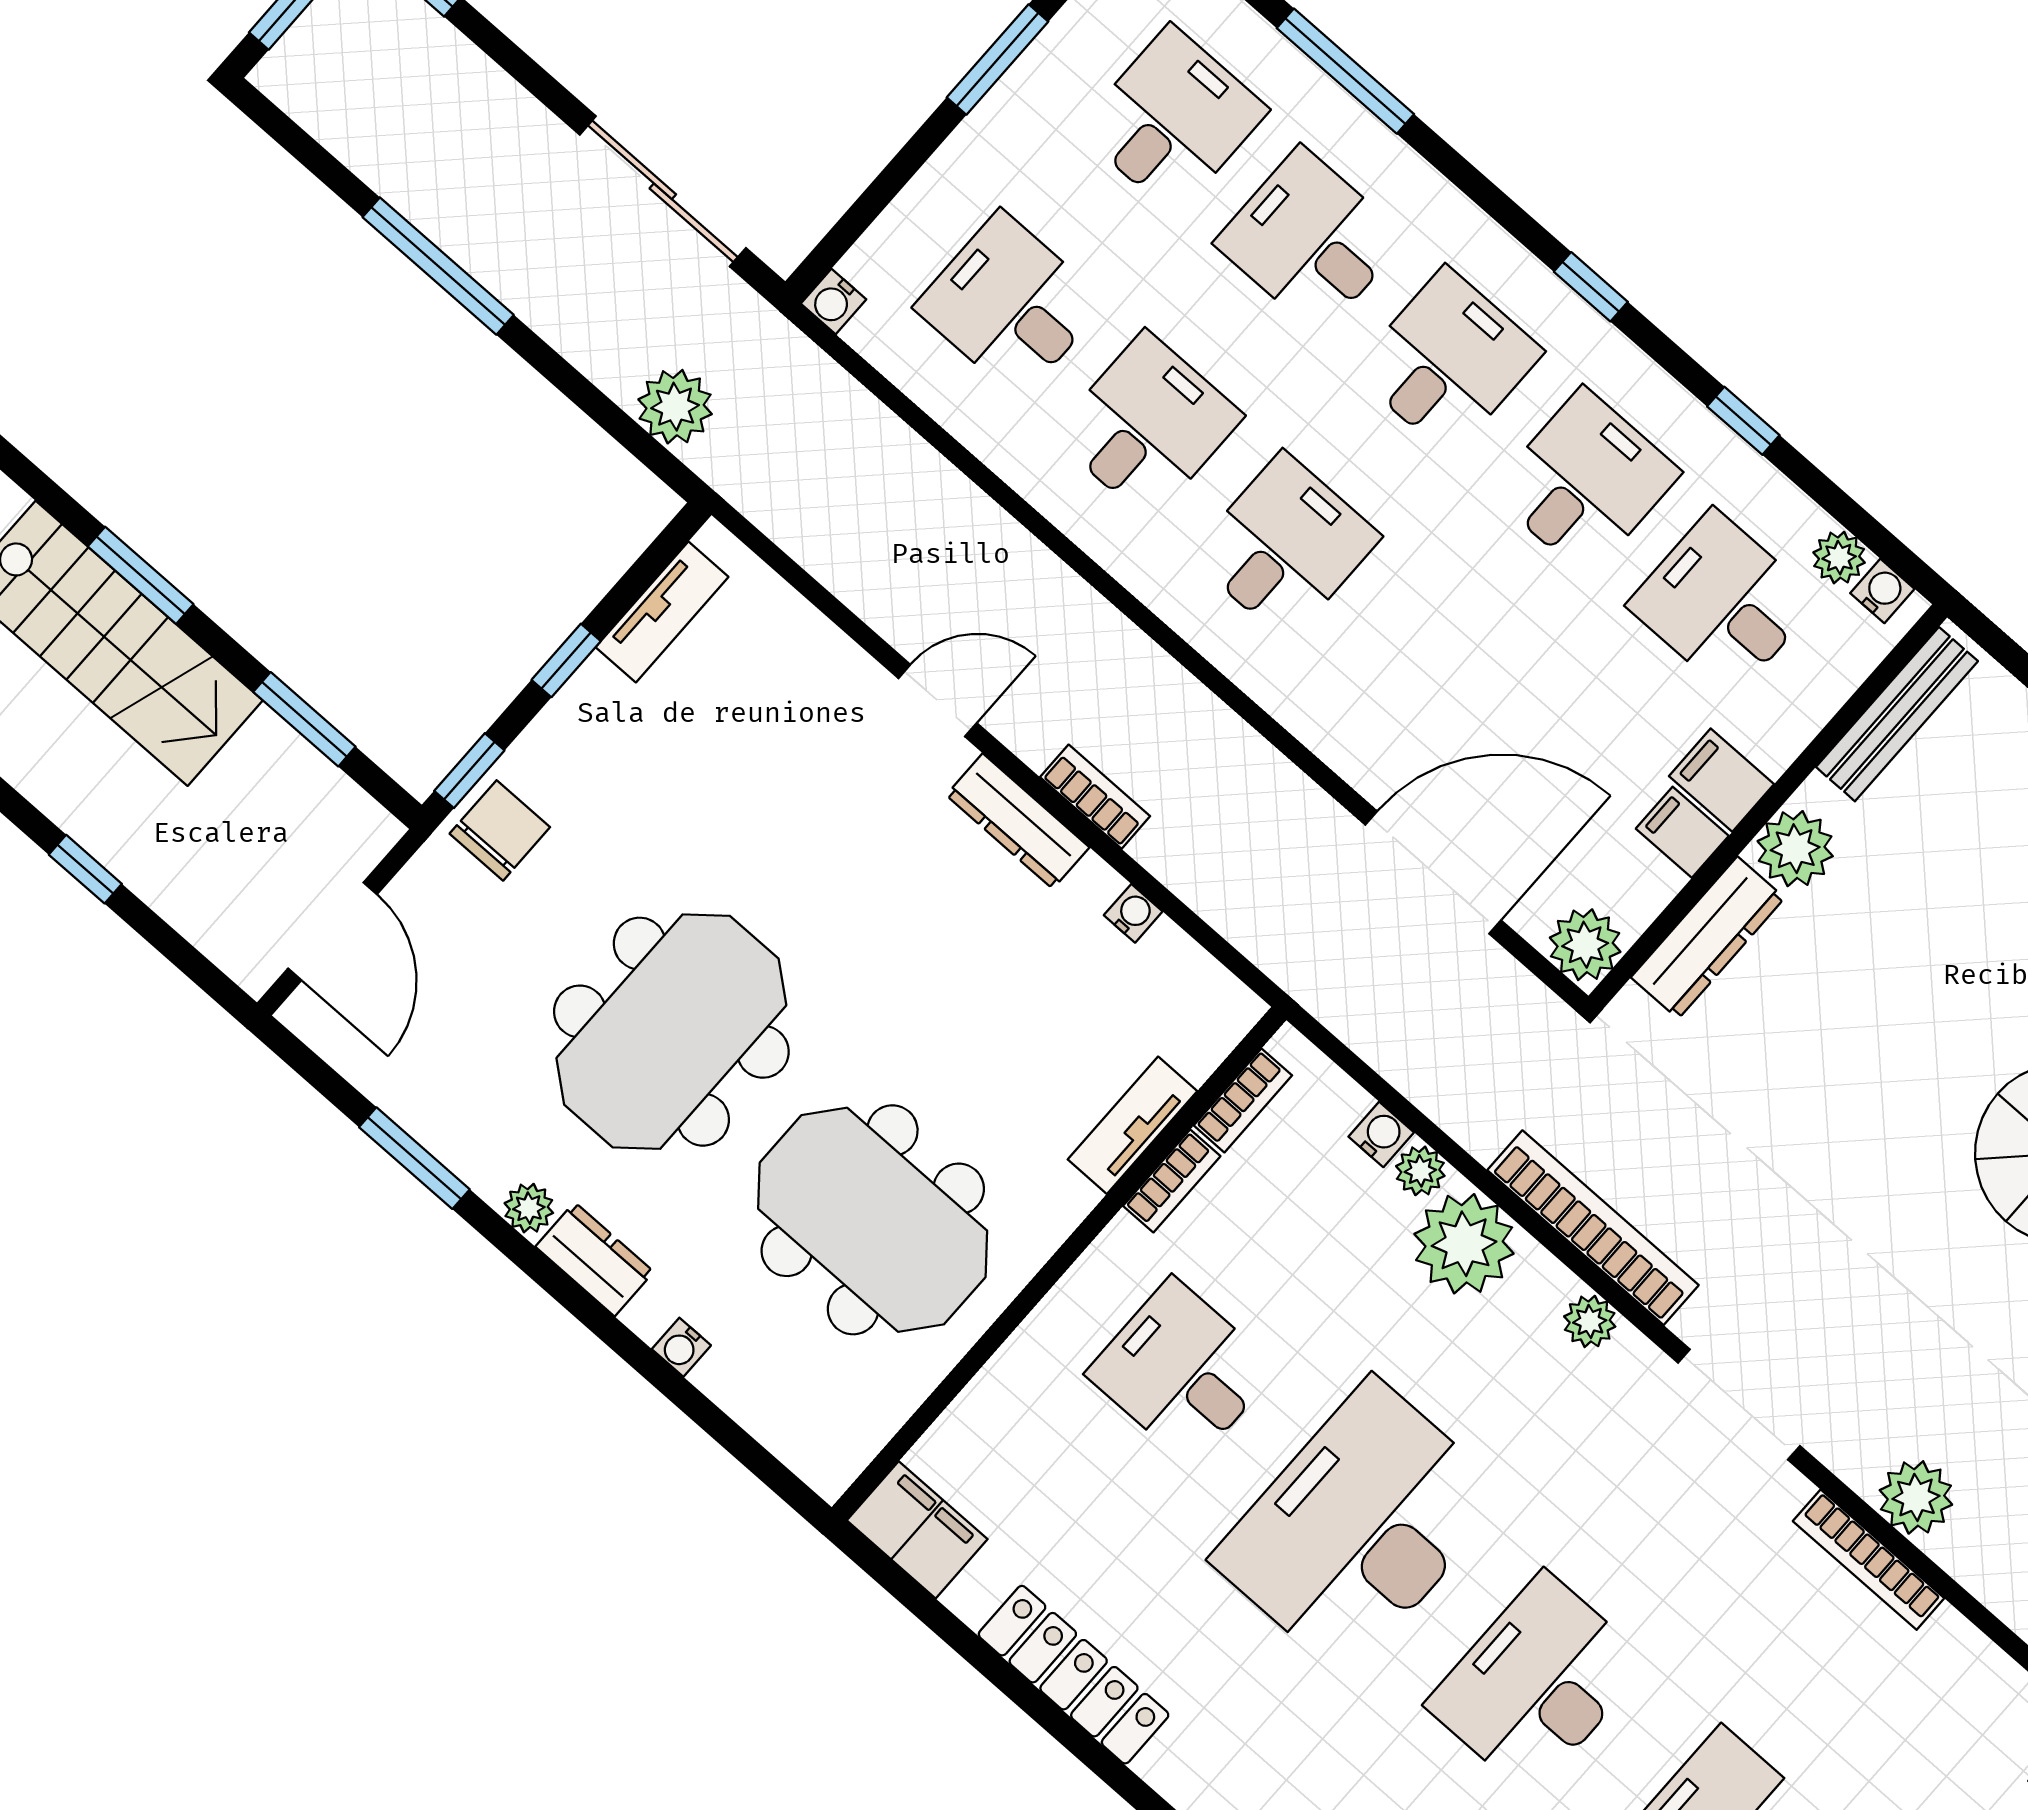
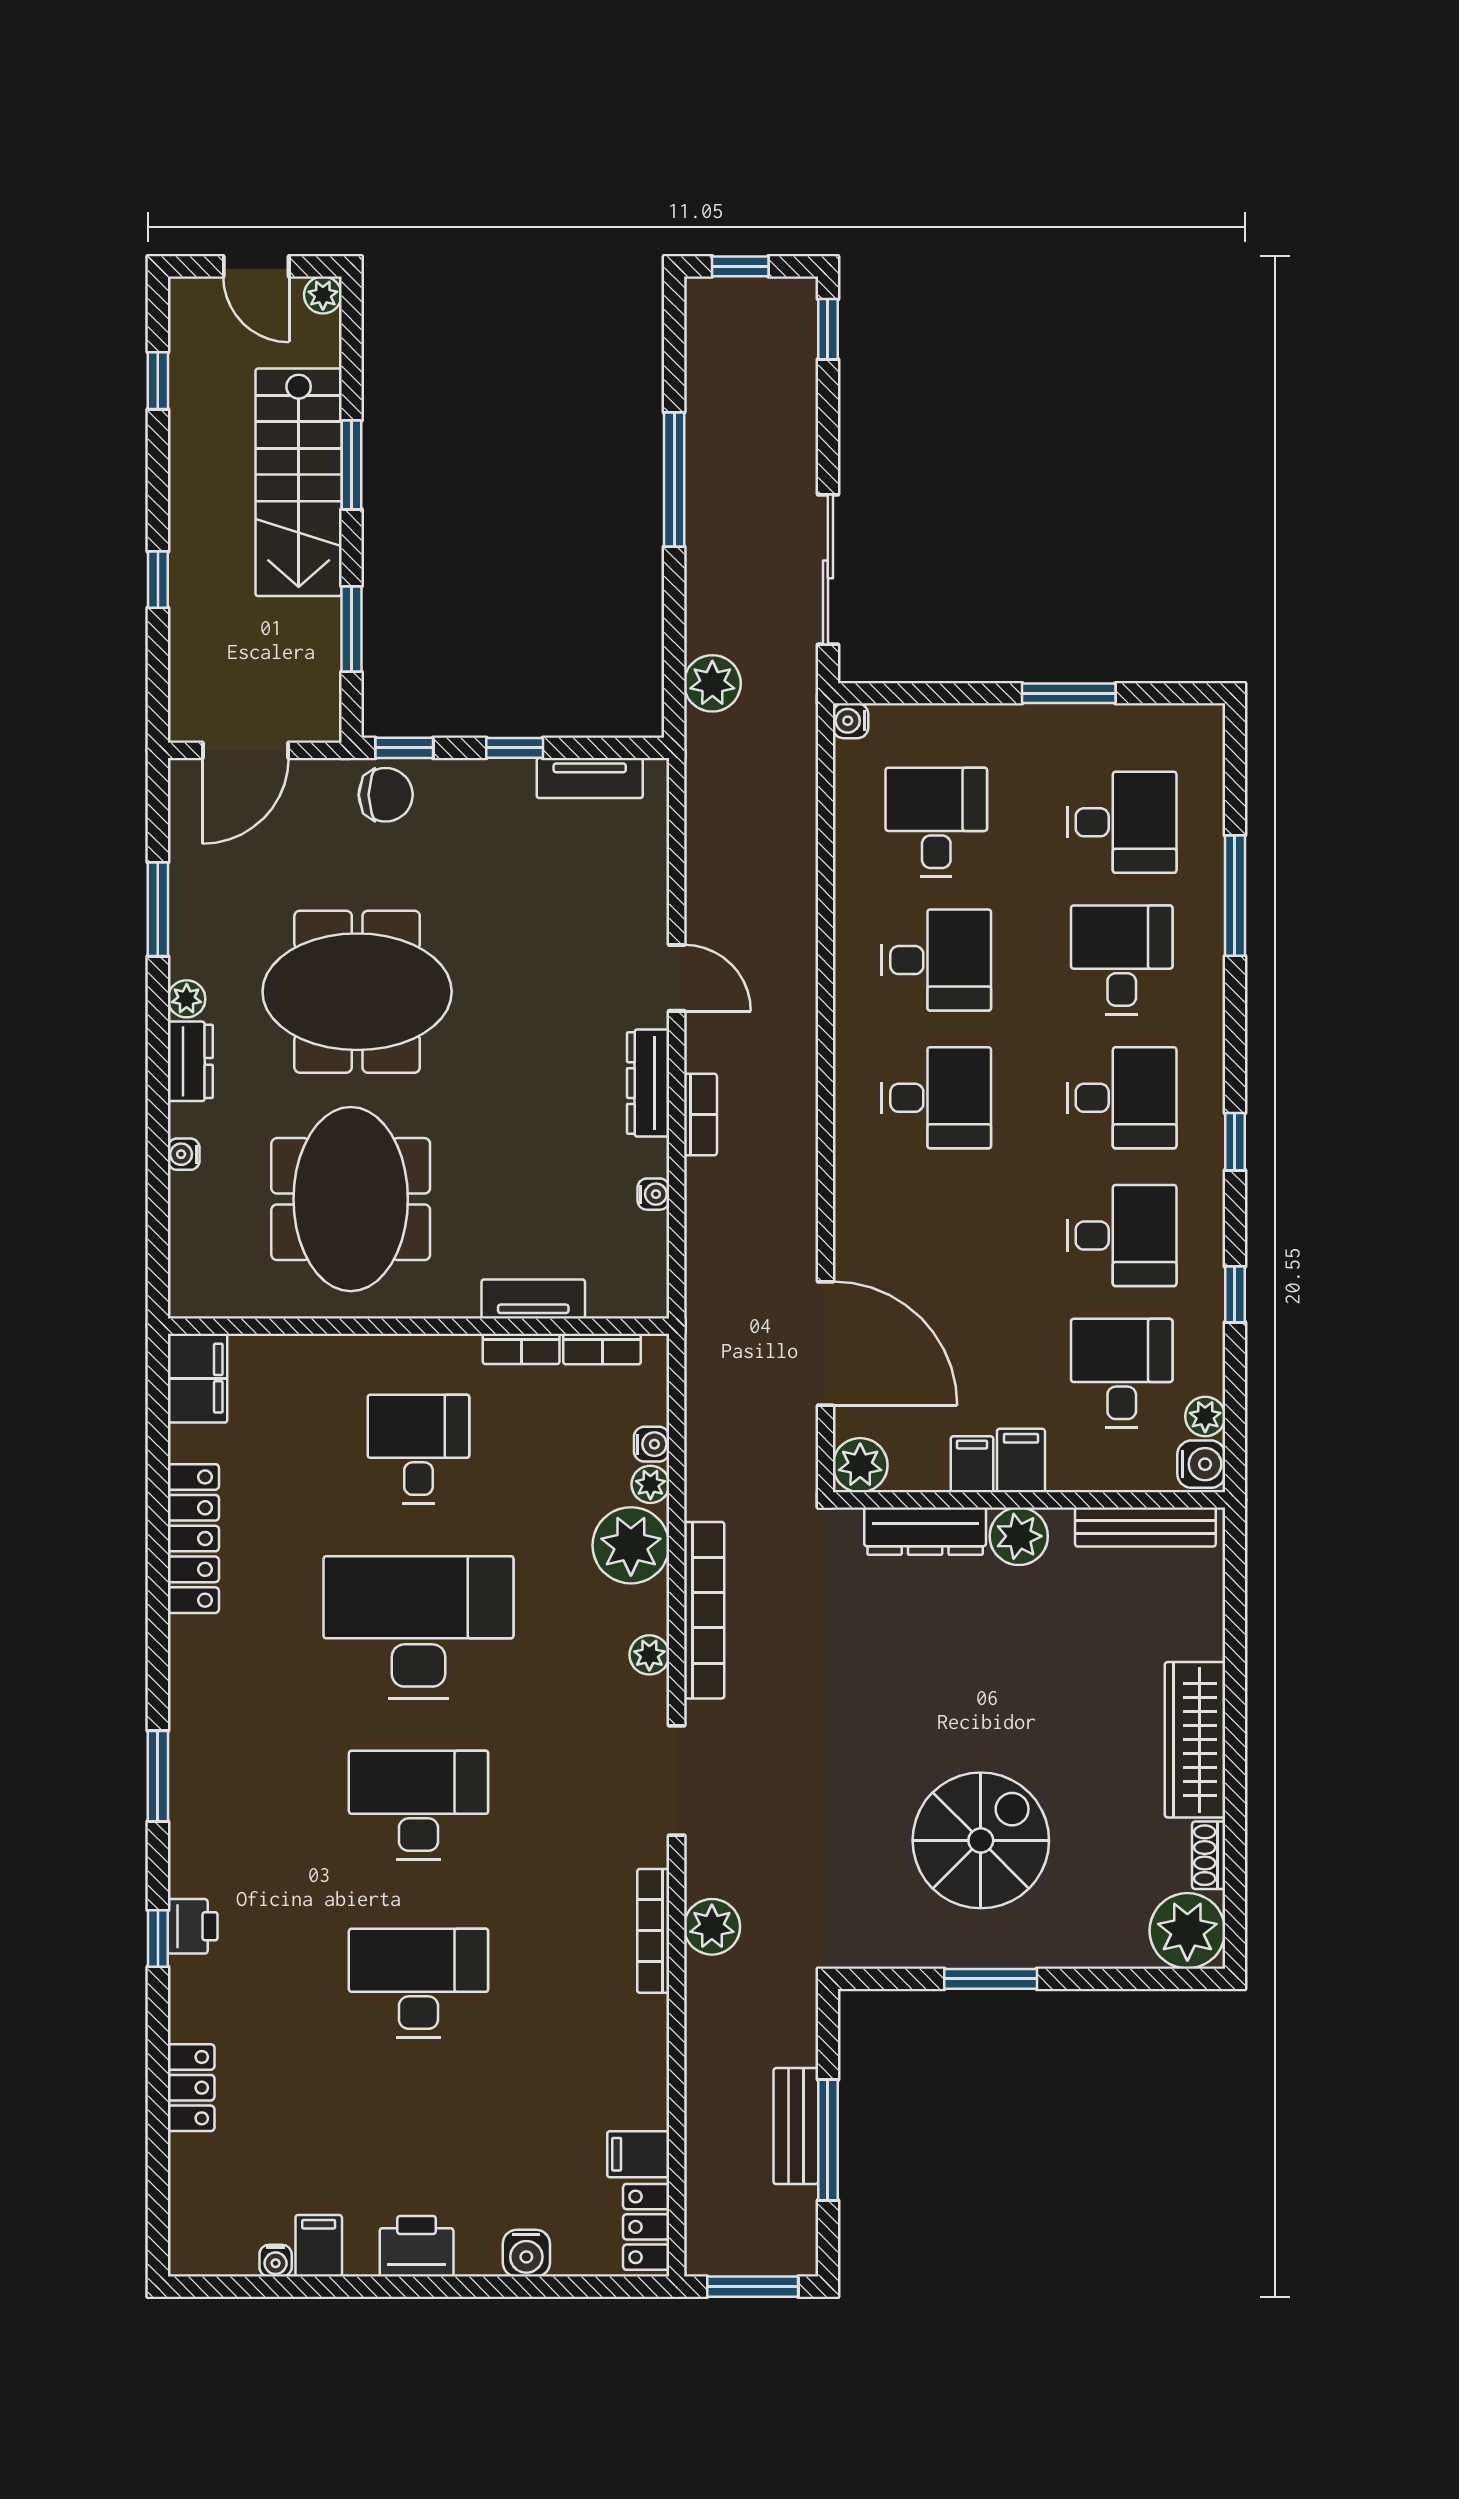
water cooler: (1882, 591) -> (1201, 1464), width x1.38, depth x1.38

